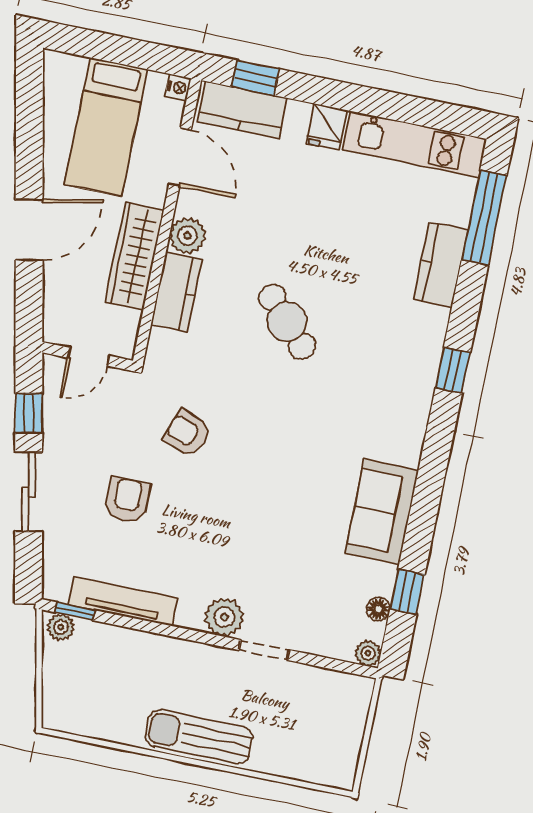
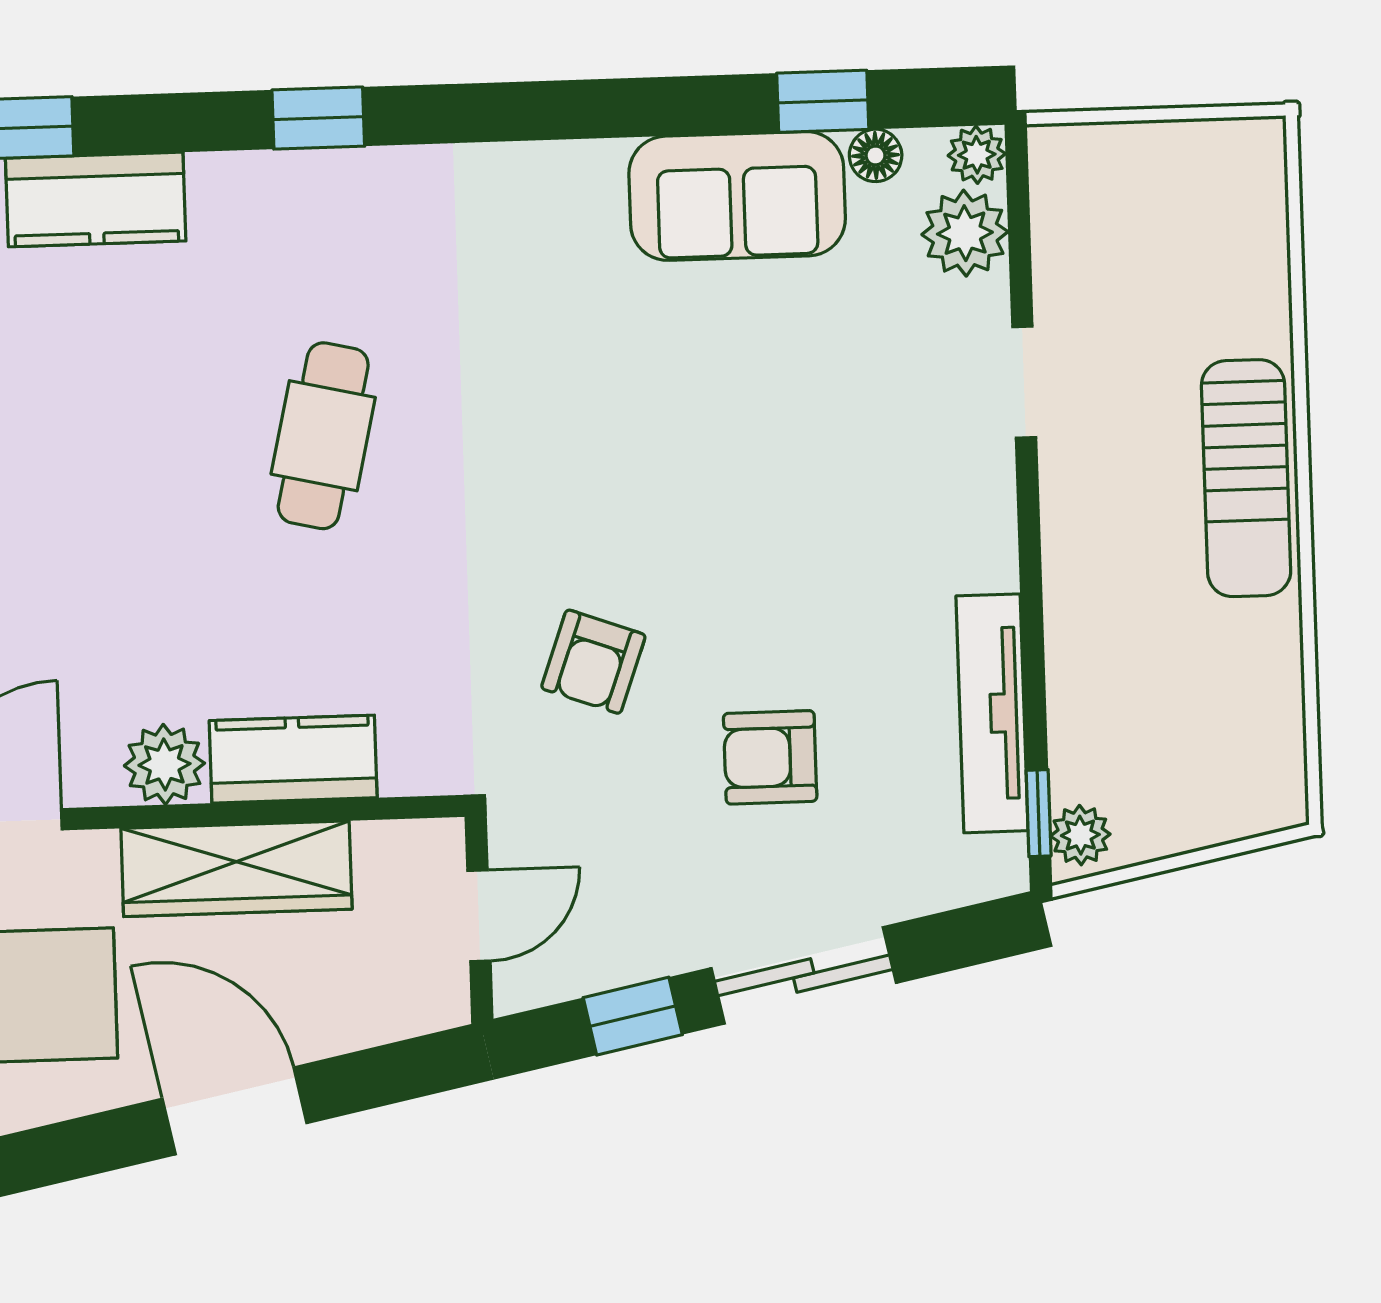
cafe table: (287, 322) -> (323, 436), moved, turned -34
door: (89, 357) -> (479, 916), hinge flipped
sofa: (382, 512) -> (737, 196), moved
plant: (224, 617) -> (965, 233), moved

